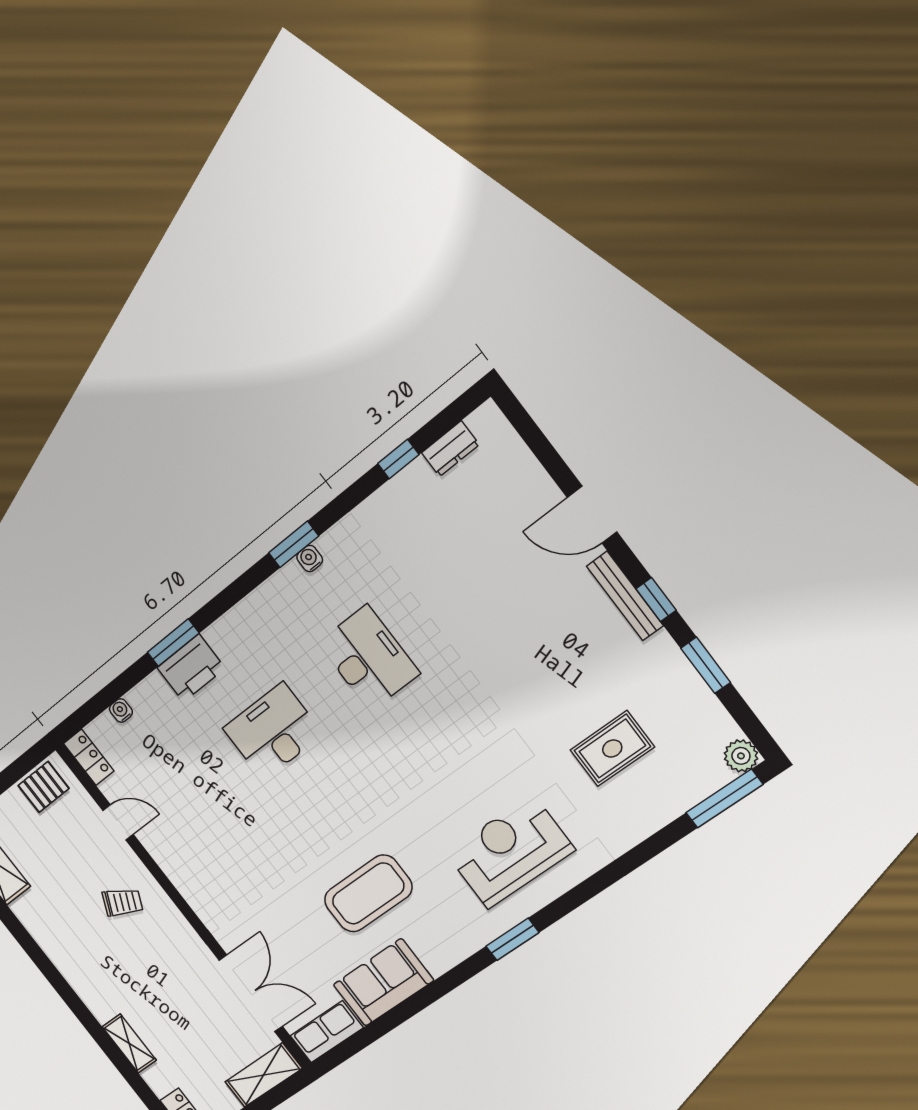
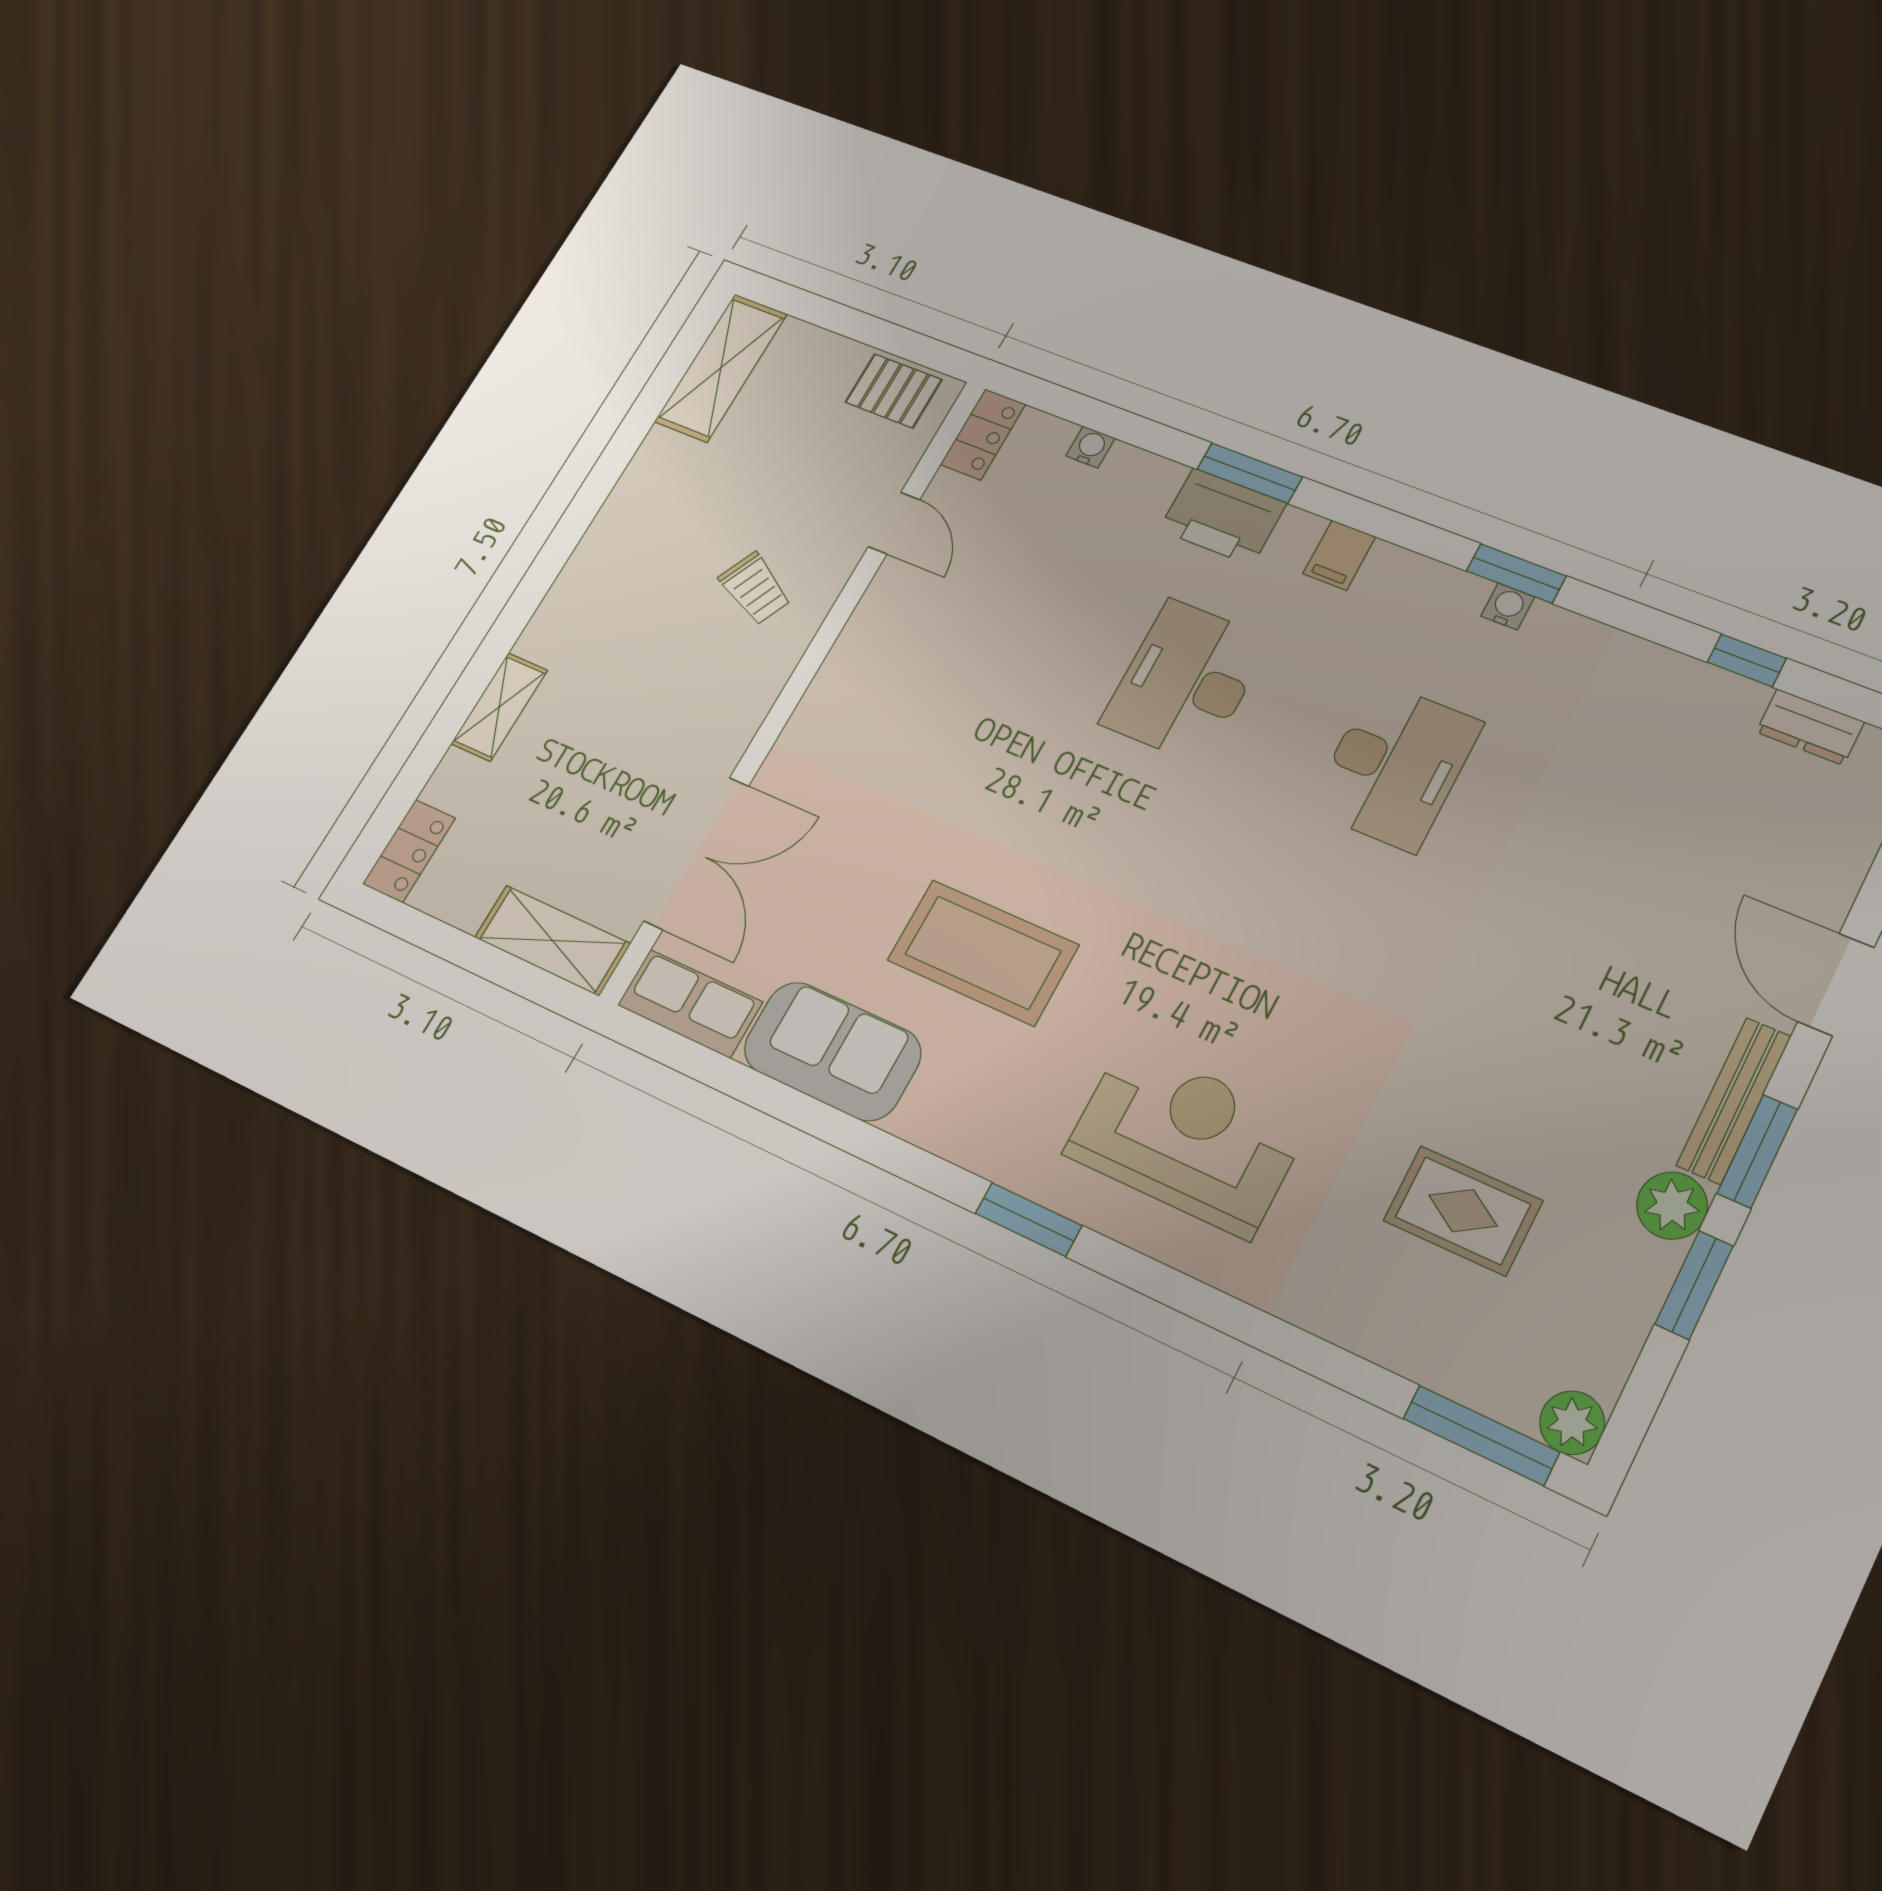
window: (656, 600) -> (1757, 1151), width x1.50
filing cabinet: (241, 624) -> (1339, 555), added
plant: (661, 654) -> (1672, 1206), added
desk: (273, 731) -> (1186, 681), turned -90

